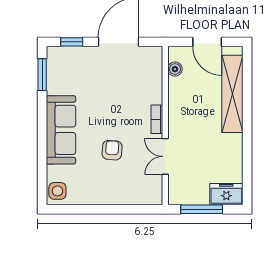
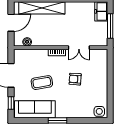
window: (42, 75) -> (58, 120), moved
coffee table: (106, 94) -> (42, 83), added
sofa: (61, 130) -> (35, 109), moved

